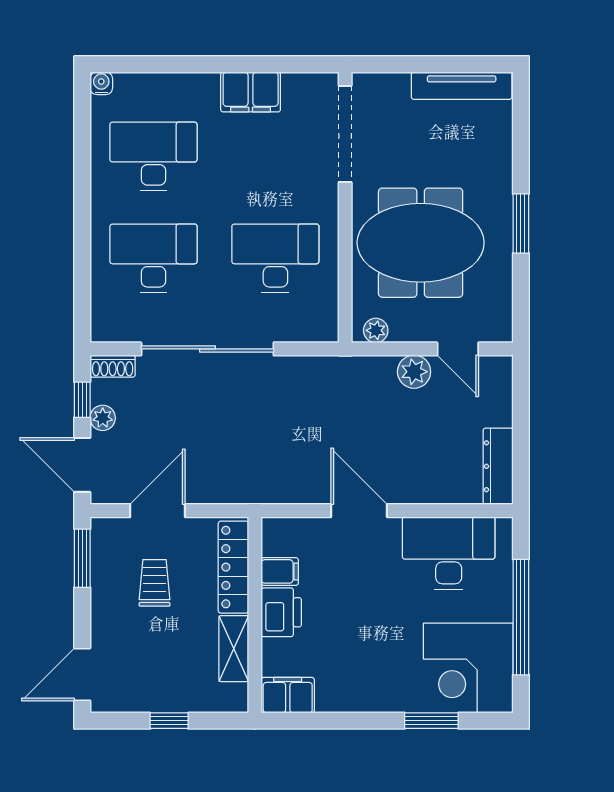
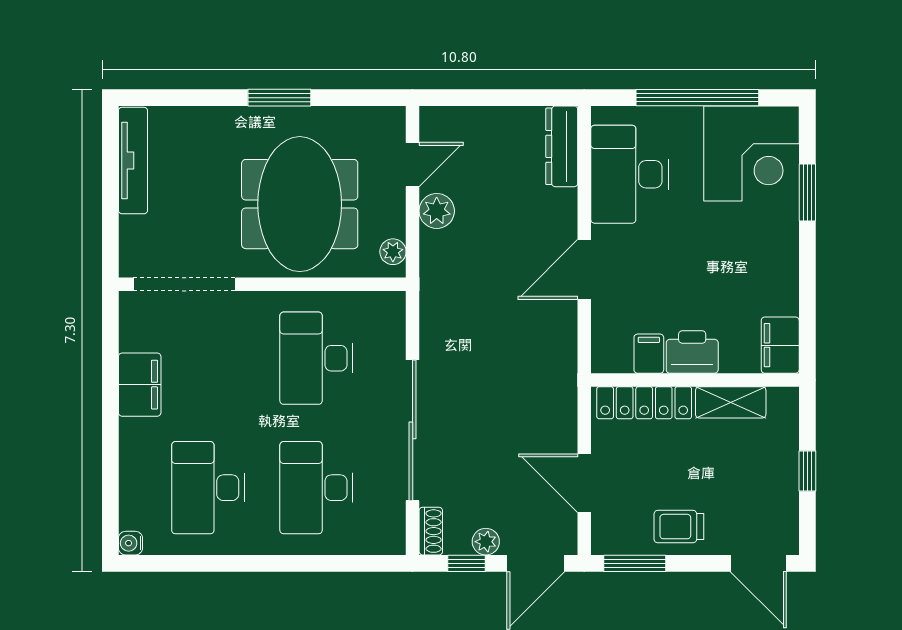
dresser: (498, 466) -> (562, 146), moved, turned 90
trolley: (155, 583) -> (679, 527), moved

